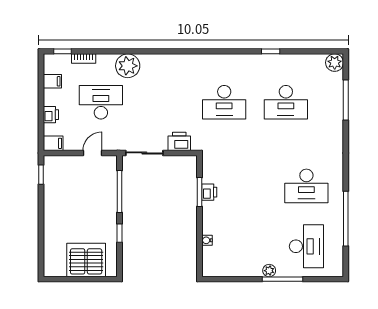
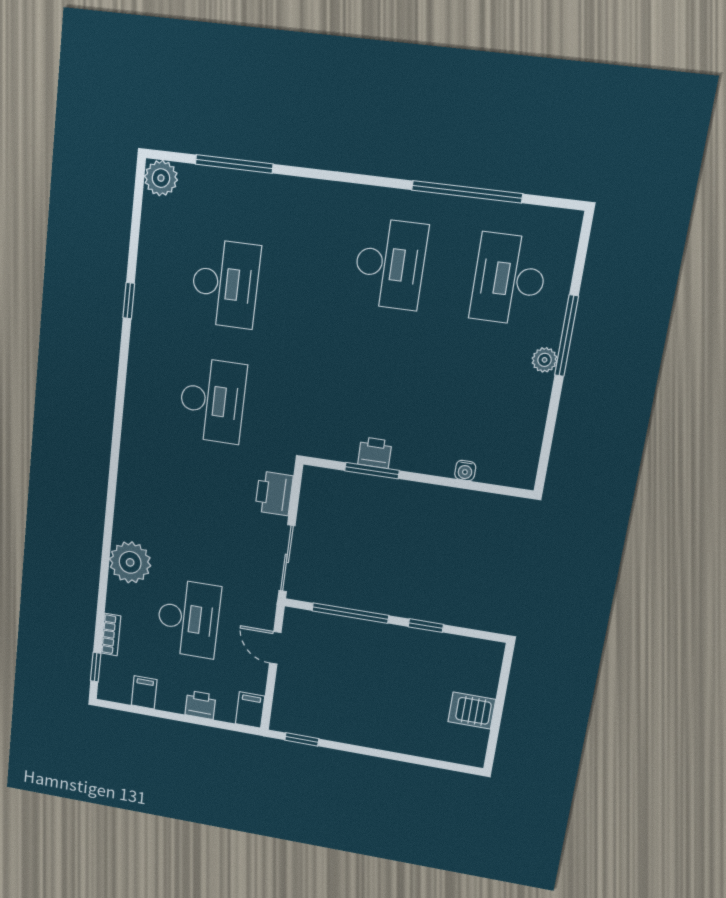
desk: (101, 102) -> (188, 618), turned 180
desk: (306, 246) -> (509, 279), turned -90
server rack: (86, 260) -> (472, 711), width x0.46, depth x0.70

